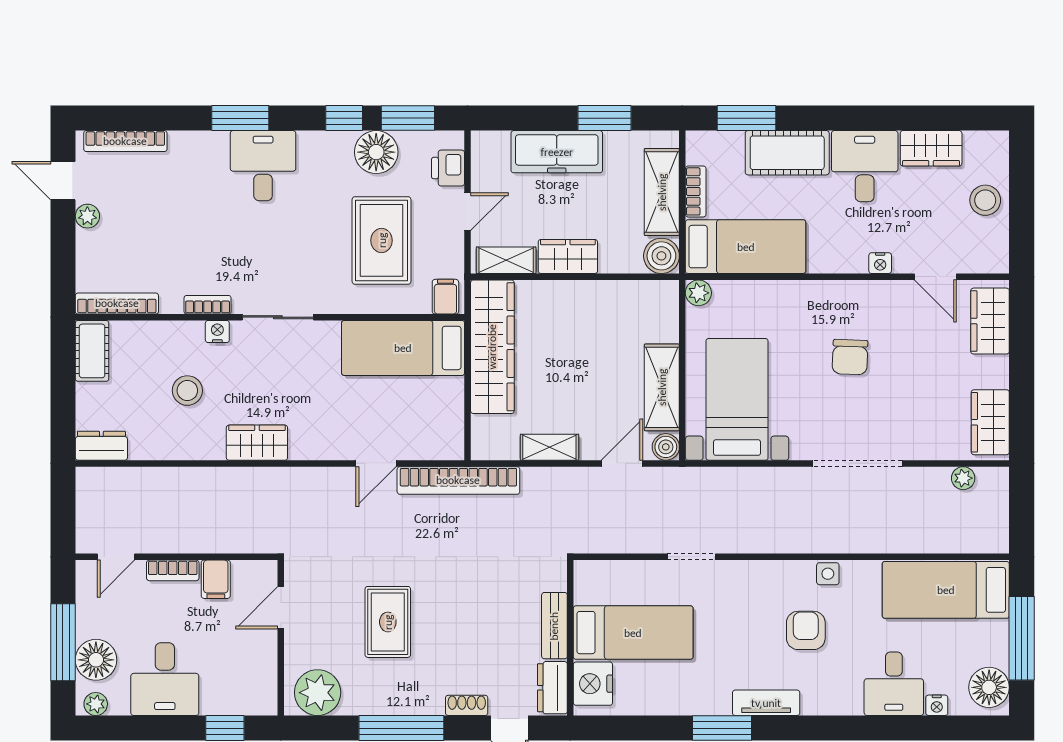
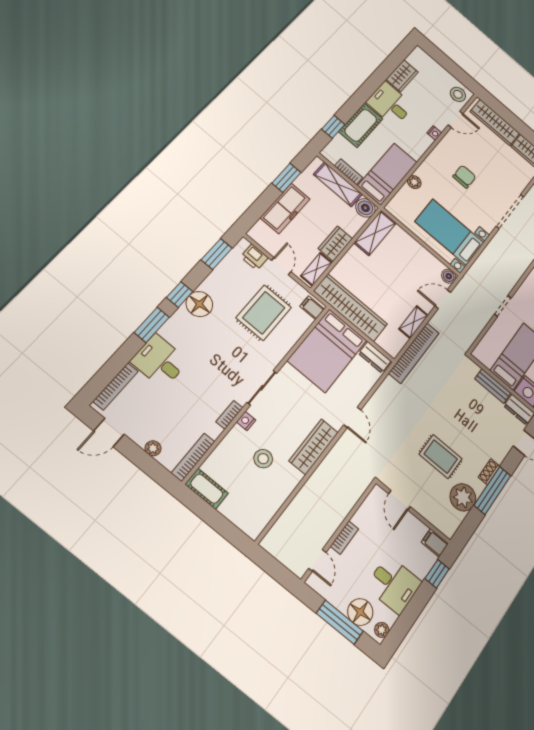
window: (344, 118) -> (180, 295), moved
window: (747, 118) -> (333, 127), width x0.67
floor lamp: (376, 152) -> (199, 304), moved
desk: (263, 166) -> (160, 361), moved
stool: (985, 200) -> (458, 94), moved
plant: (87, 216) -> (153, 448), moved
rug: (382, 240) -> (264, 313), turned 90
plant: (698, 293) -> (414, 182), moved
wardrobe: (990, 321) -> (495, 122), width x1.50
bed: (403, 348) -> (327, 350), width x1.50
chair: (850, 357) -> (464, 177), turned -92
shelving: (662, 387) -> (375, 233), moved, turned 90
wardrobe: (257, 443) -> (314, 447), width x1.50
dresser: (101, 446) -> (375, 357), moved, turned -90
door: (376, 463) -> (352, 417), moved
door: (622, 463) -> (443, 299), hinge flipped
bookcase: (458, 480) -> (414, 353), moved
filing cabinet: (216, 579) -> (435, 543), moved, turned 180
plant: (318, 693) -> (463, 497), moved
shoe rack: (467, 705) -> (489, 472), moved

